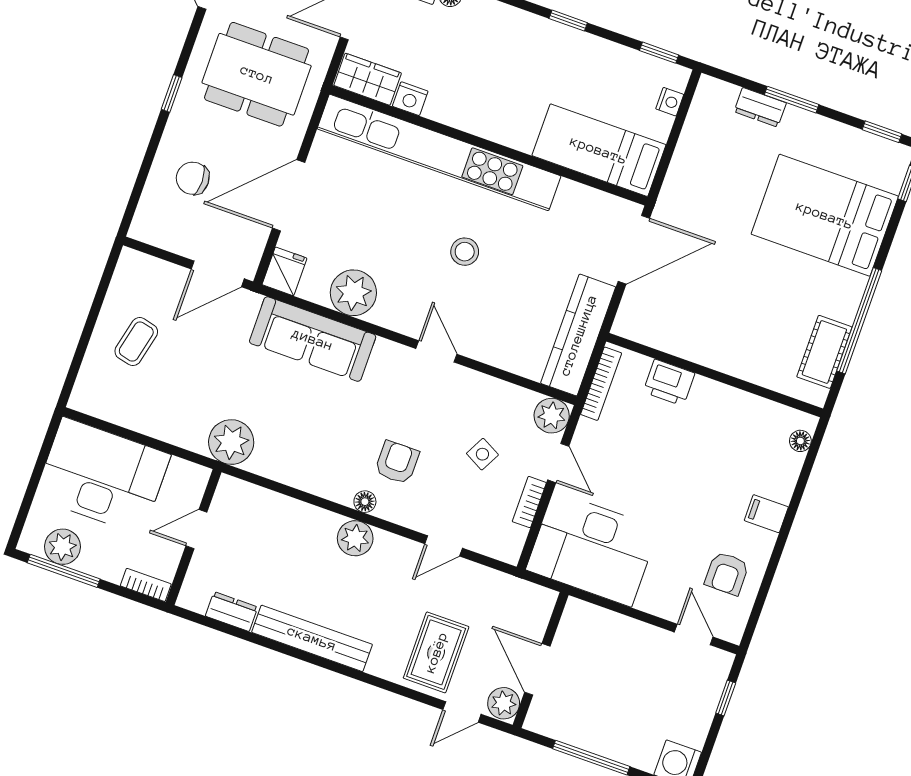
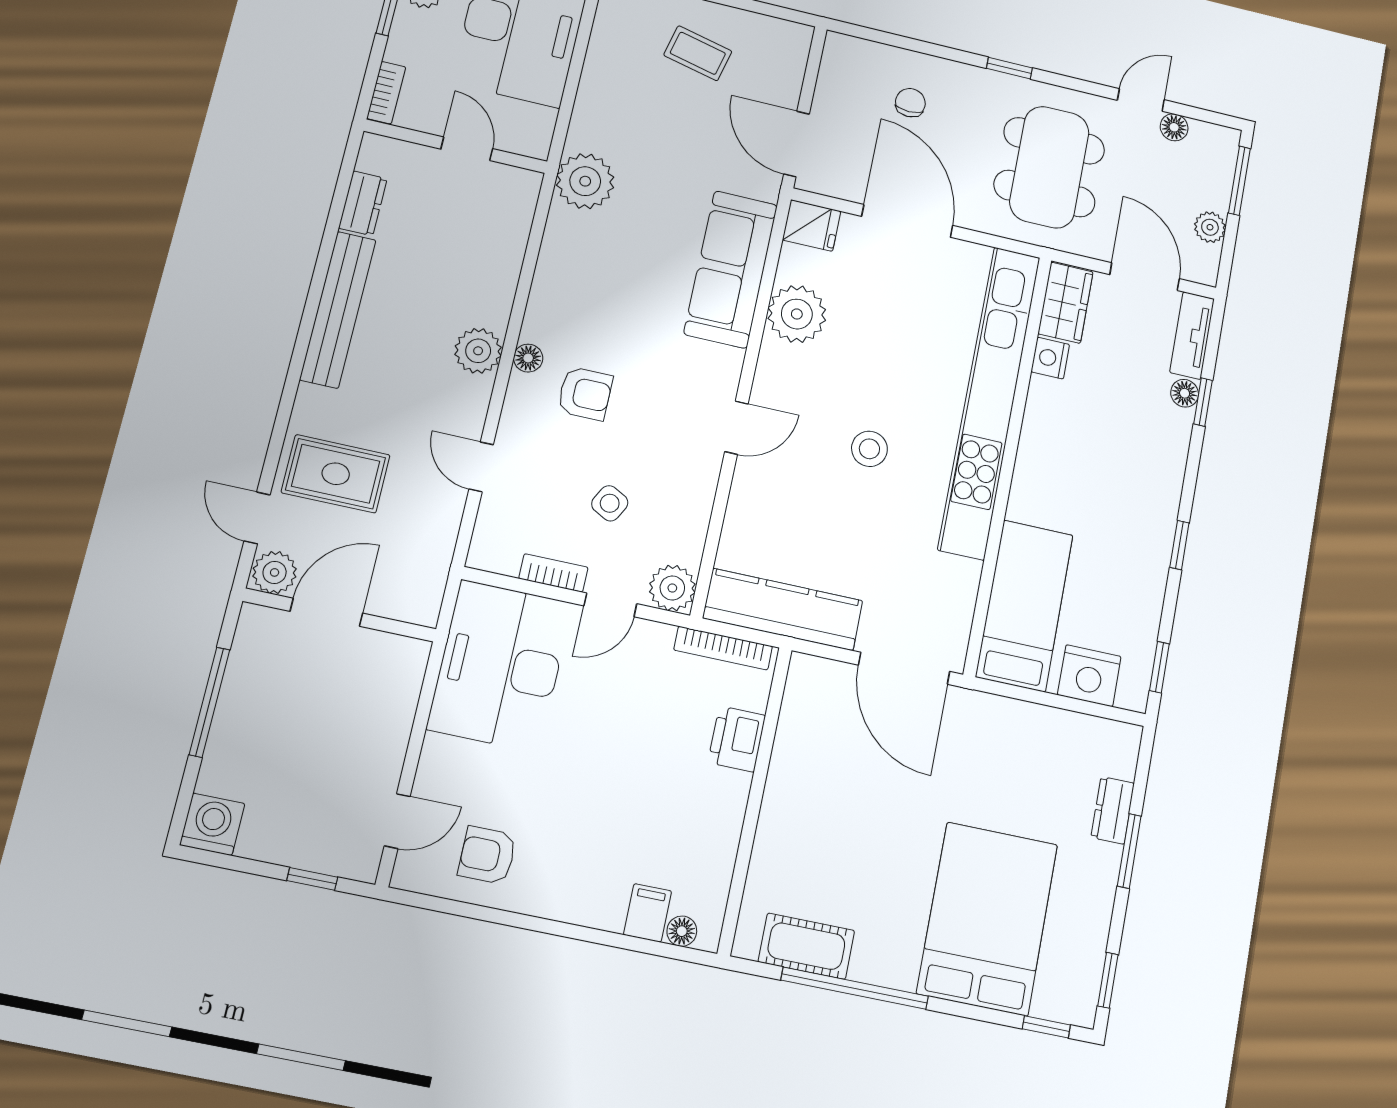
nightstand: (670, 102) -> (1089, 676), width x1.89, depth x1.79
chair: (193, 178) -> (910, 103), width x0.73, depth x0.73
filing cabinet: (766, 514) -> (648, 913), moved

